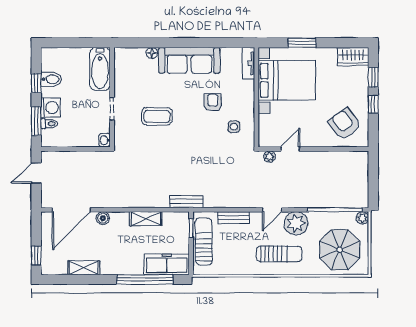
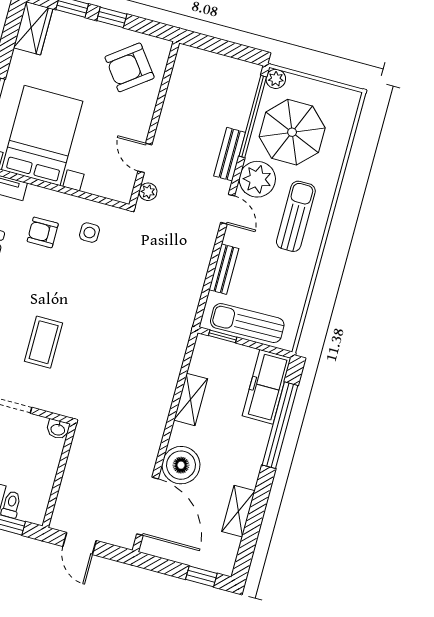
armchair: (213, 102) -> (43, 232), moved
bench: (187, 202) -> (230, 154), moved
boiler: (103, 218) -> (181, 465), width x1.86, depth x1.86
parasol: (340, 250) -> (292, 132), moved

